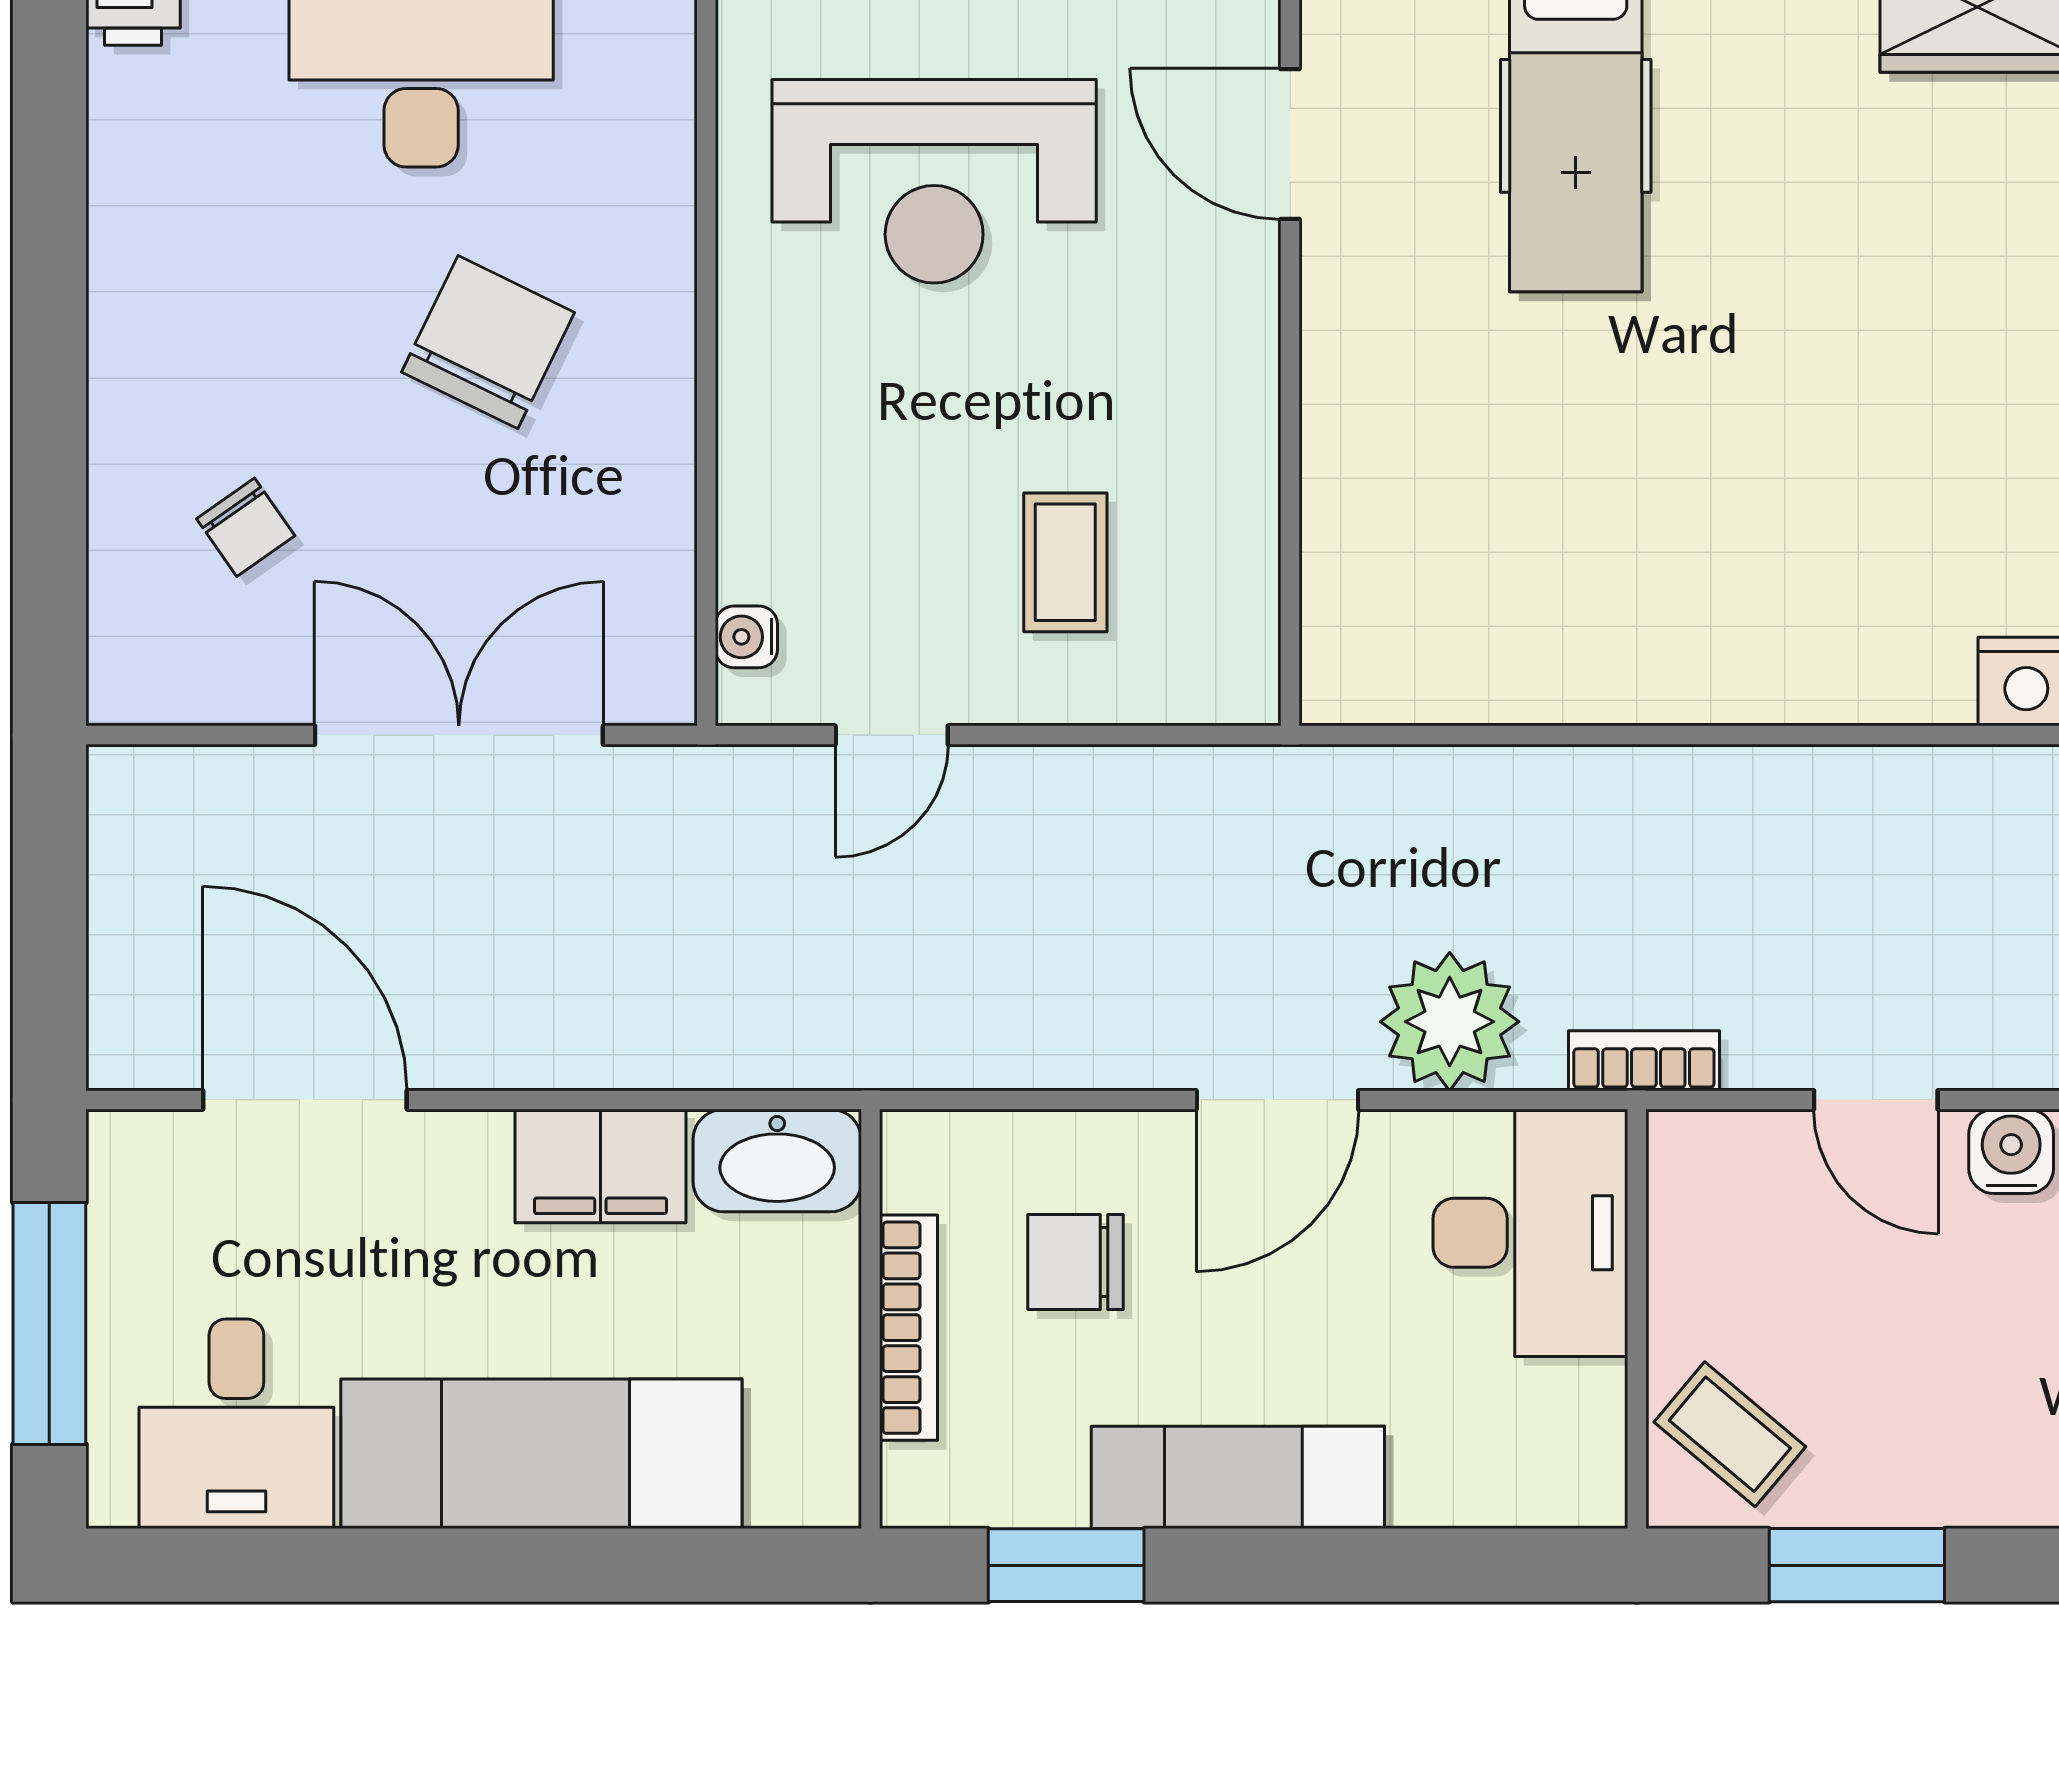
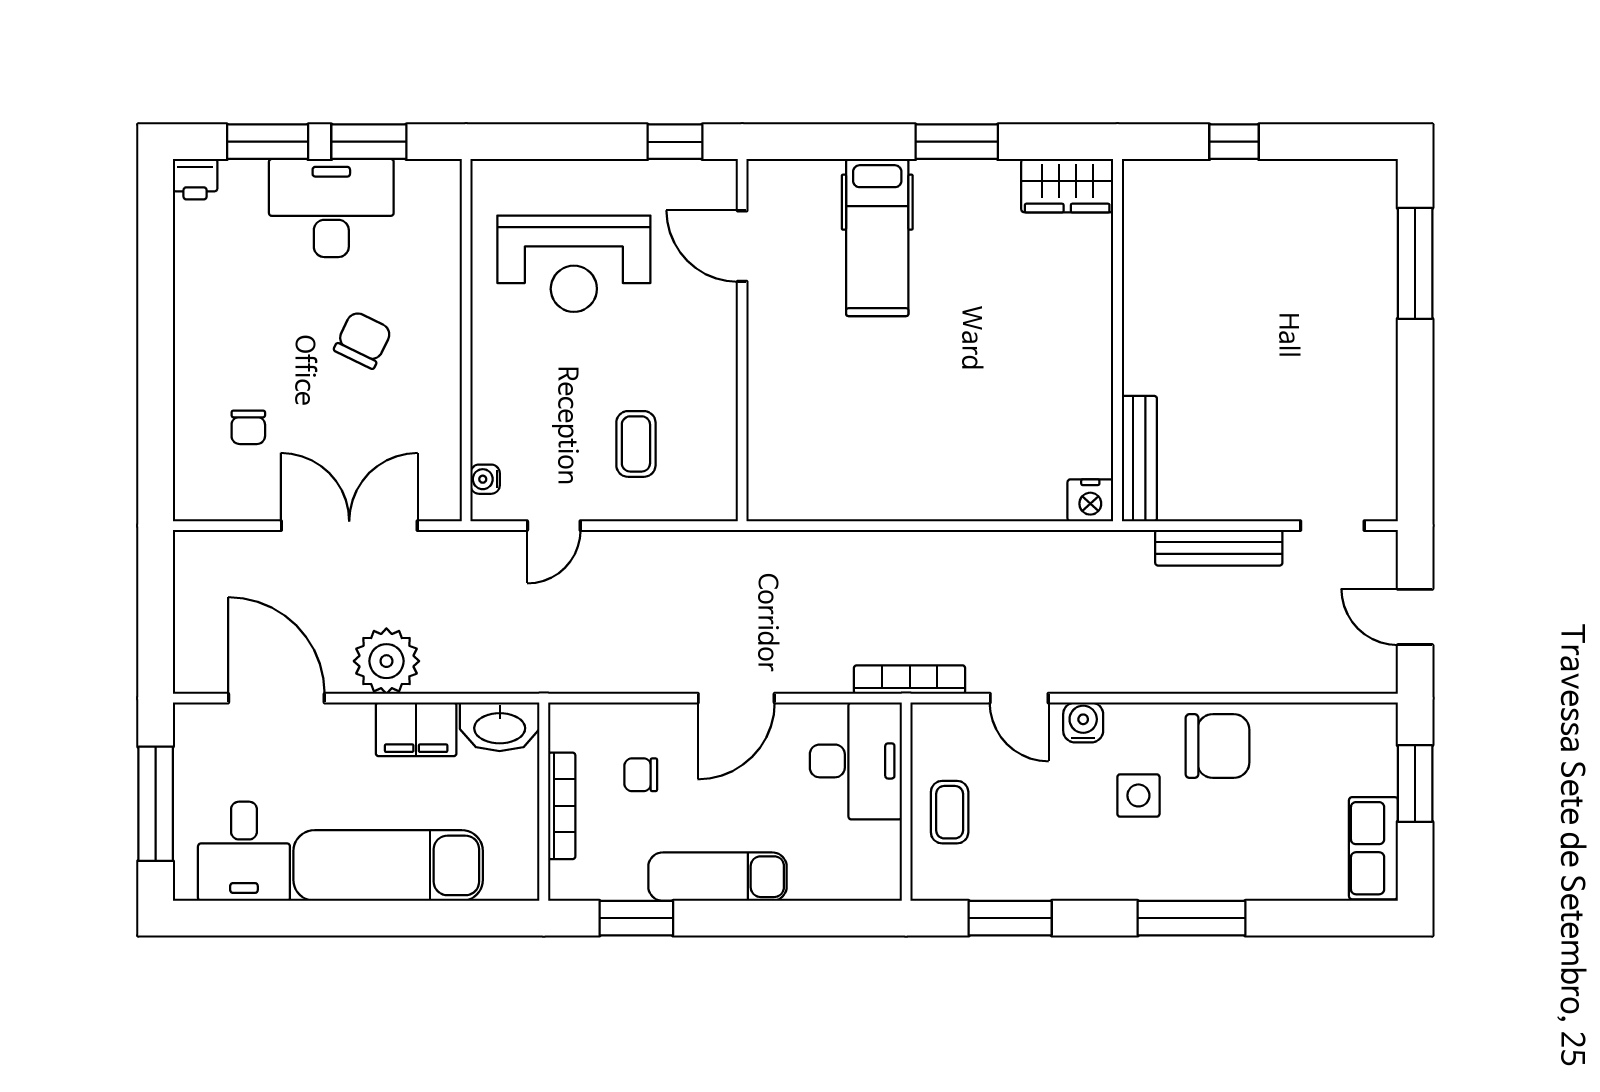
chair: (488, 342) -> (363, 340), width x0.73, depth x0.73
chair: (246, 527) -> (248, 427), turned 35
plant: (1450, 1022) -> (386, 661), moved
bookcase: (1644, 1061) -> (910, 680), width x1.56
chair: (1075, 1262) -> (641, 775), width x0.73, depth x0.73
coffee table: (1730, 1434) -> (950, 812), moved, turned 50

